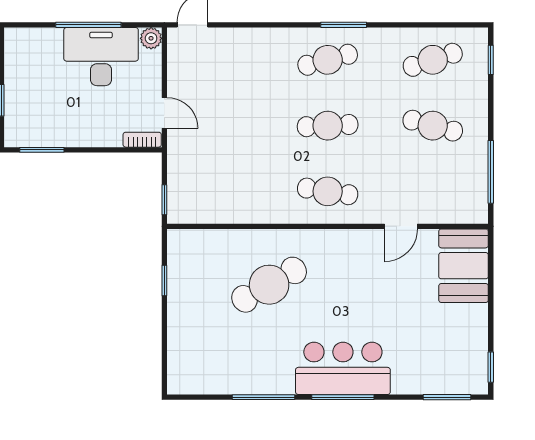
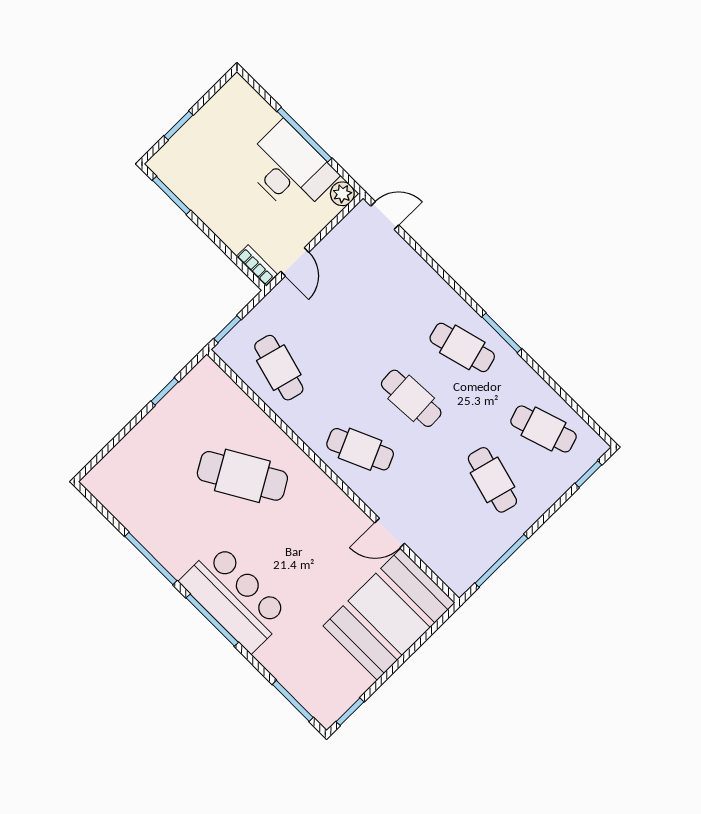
cafe table: (223, 191) -> (279, 368), added
cafe table: (328, 191) -> (360, 449), turned -33
booth: (464, 266) -> (389, 614), width x1.36, depth x1.42

